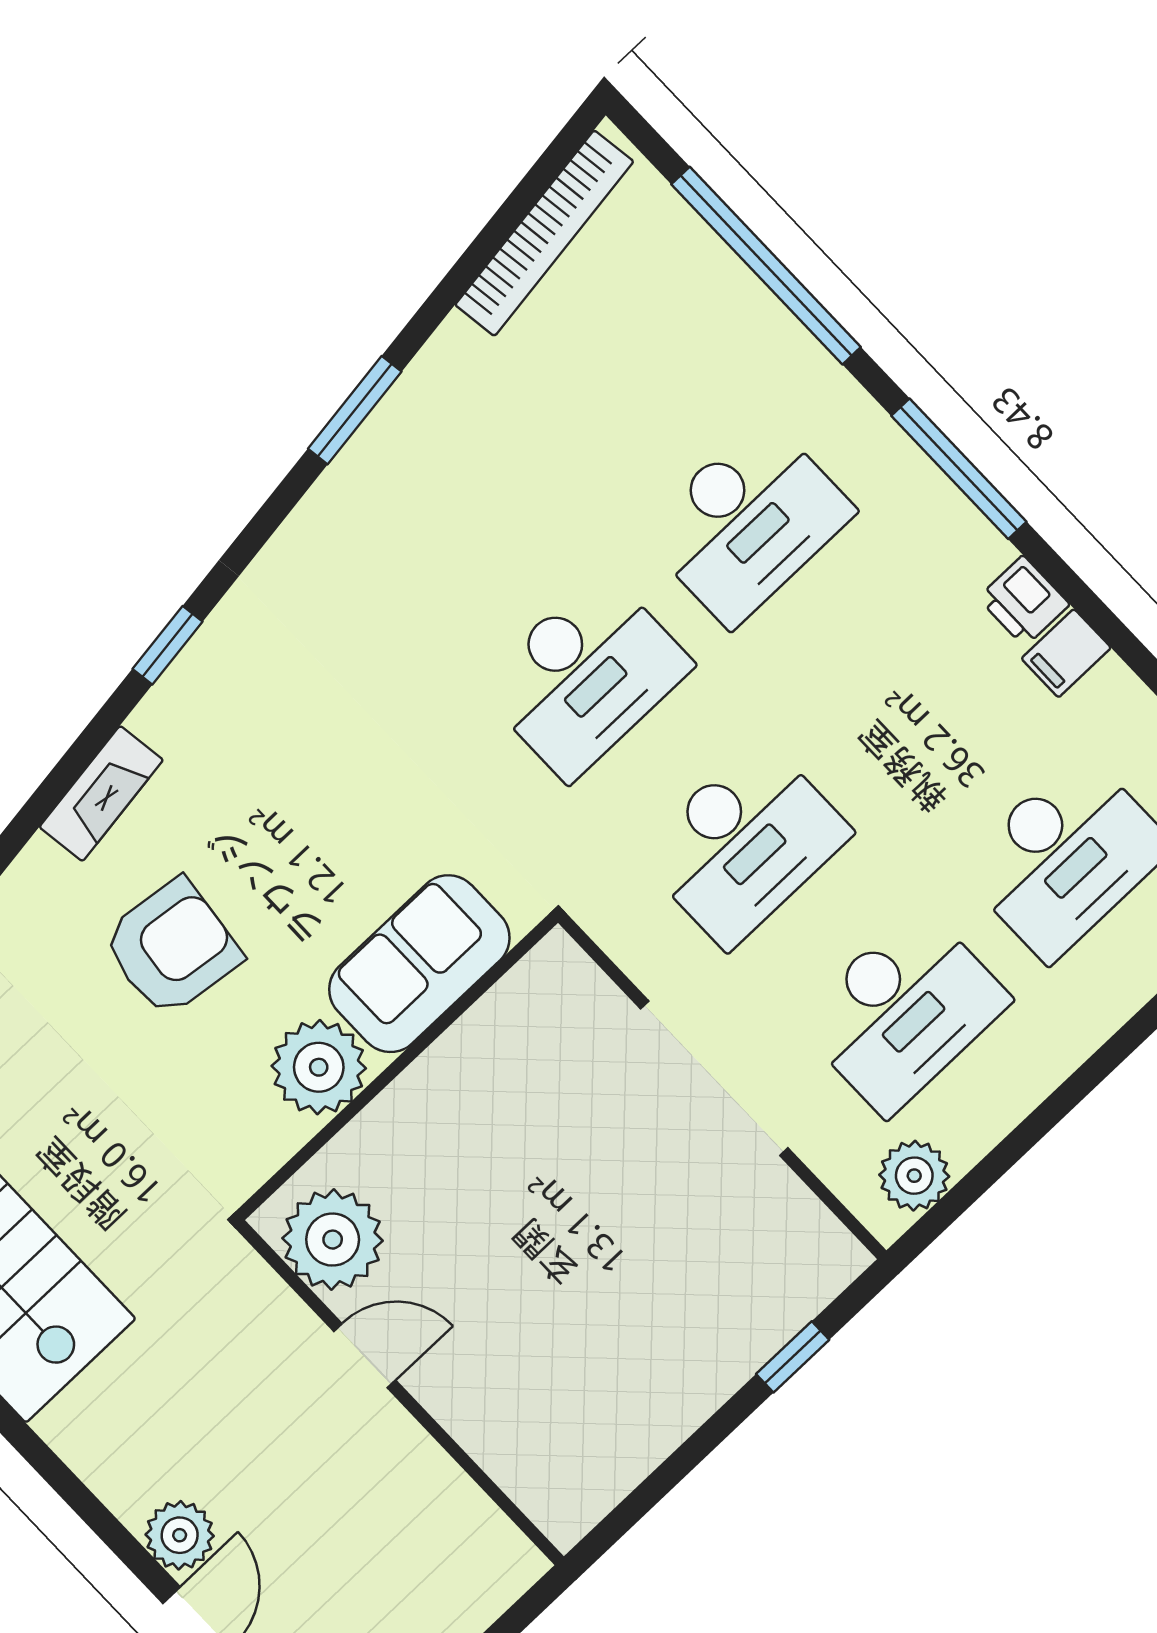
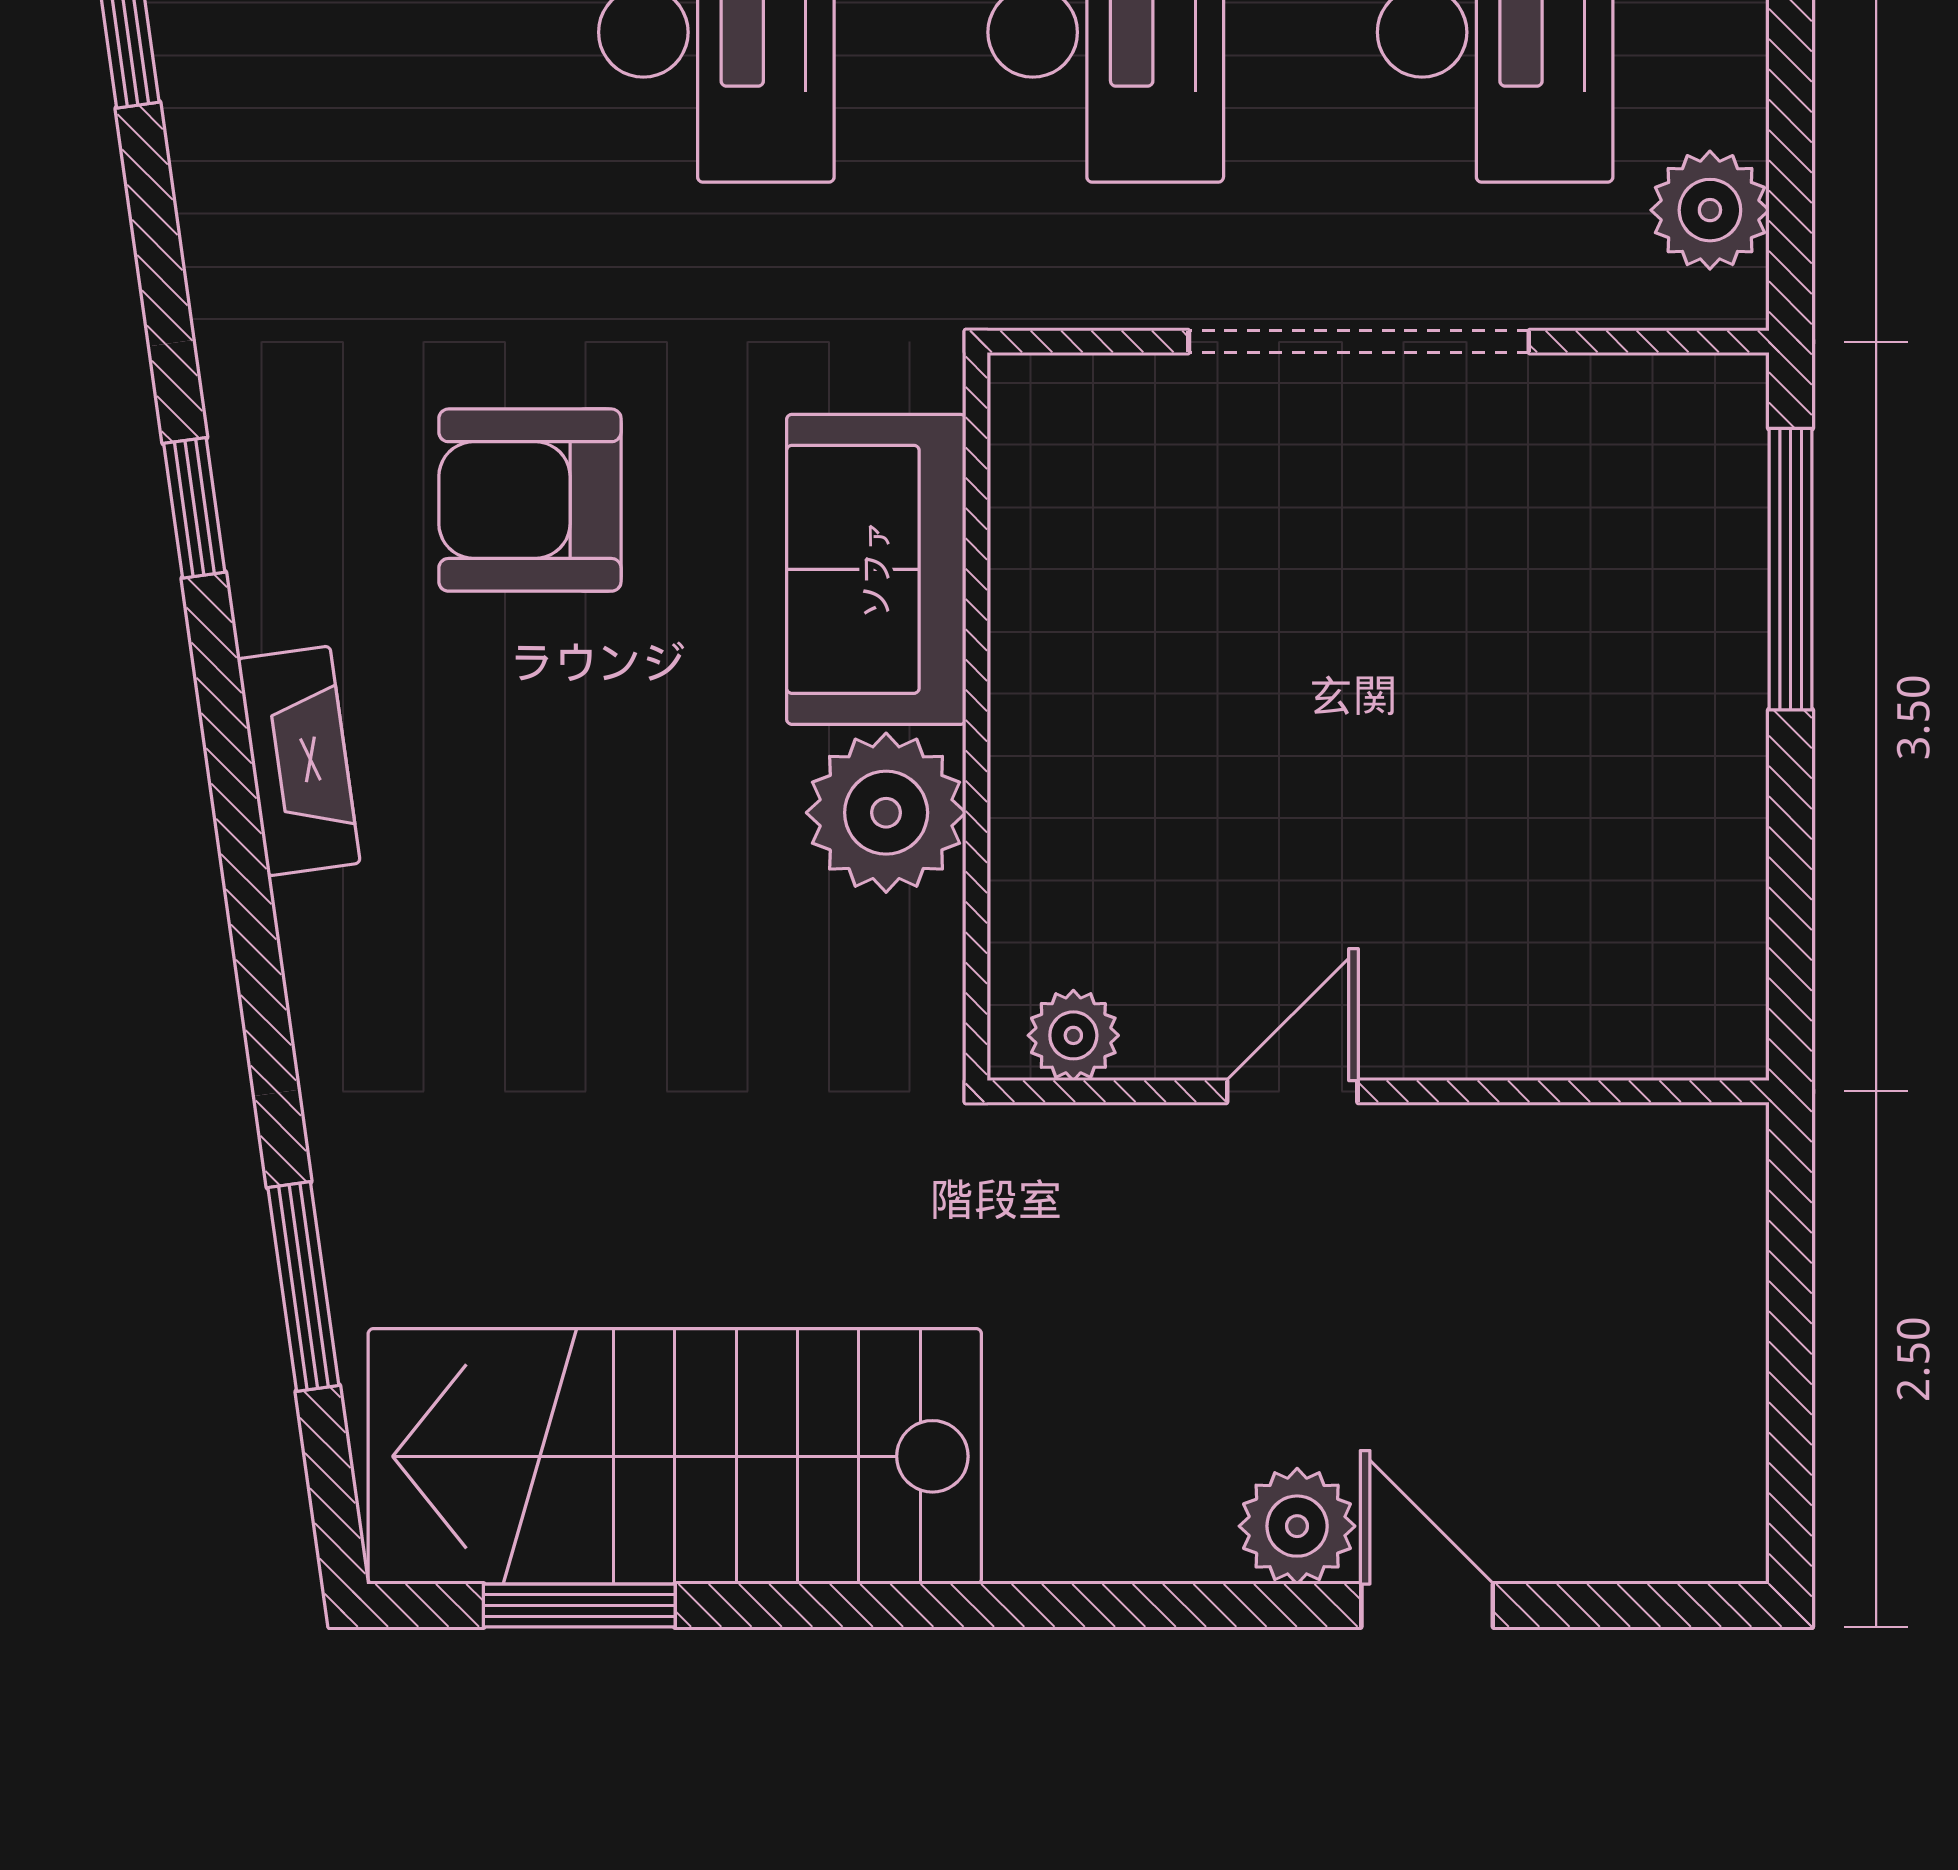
armchair: (172, 948) -> (530, 500), moved, turned -97
plant: (333, 1240) -> (1073, 1035), width x0.53, depth x0.53
window: (793, 1357) -> (1791, 569), width x2.17

